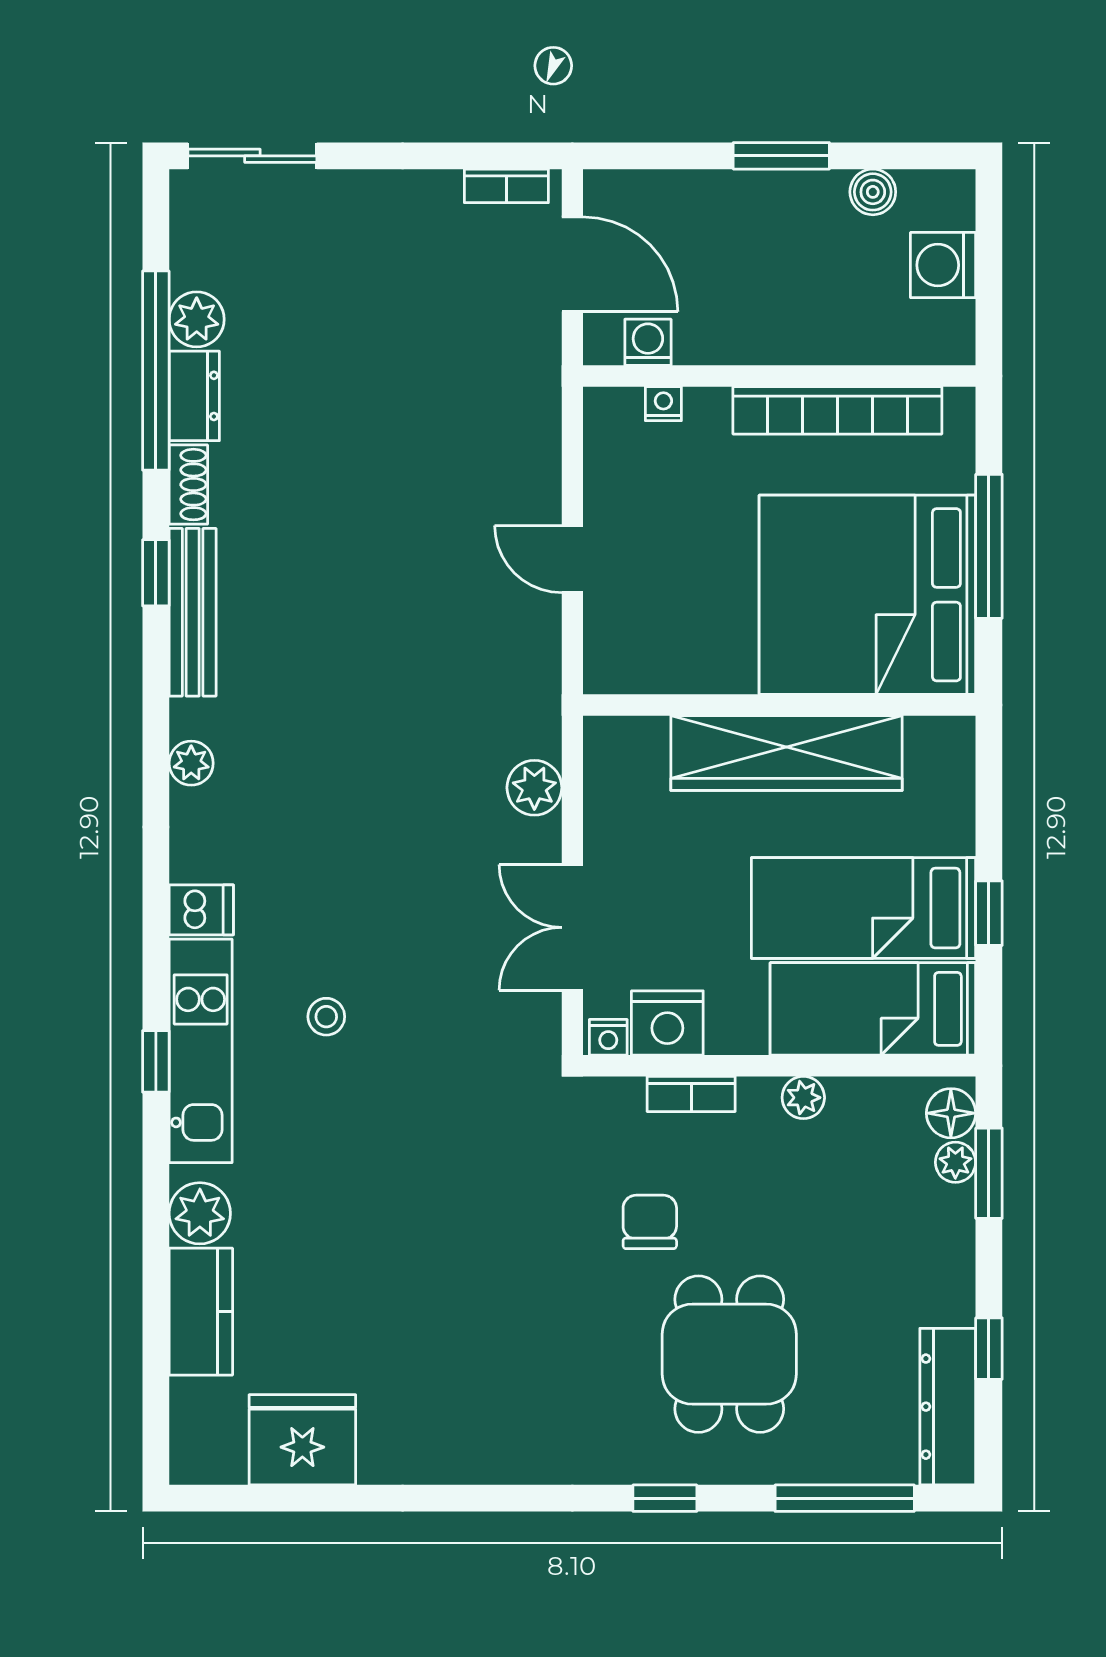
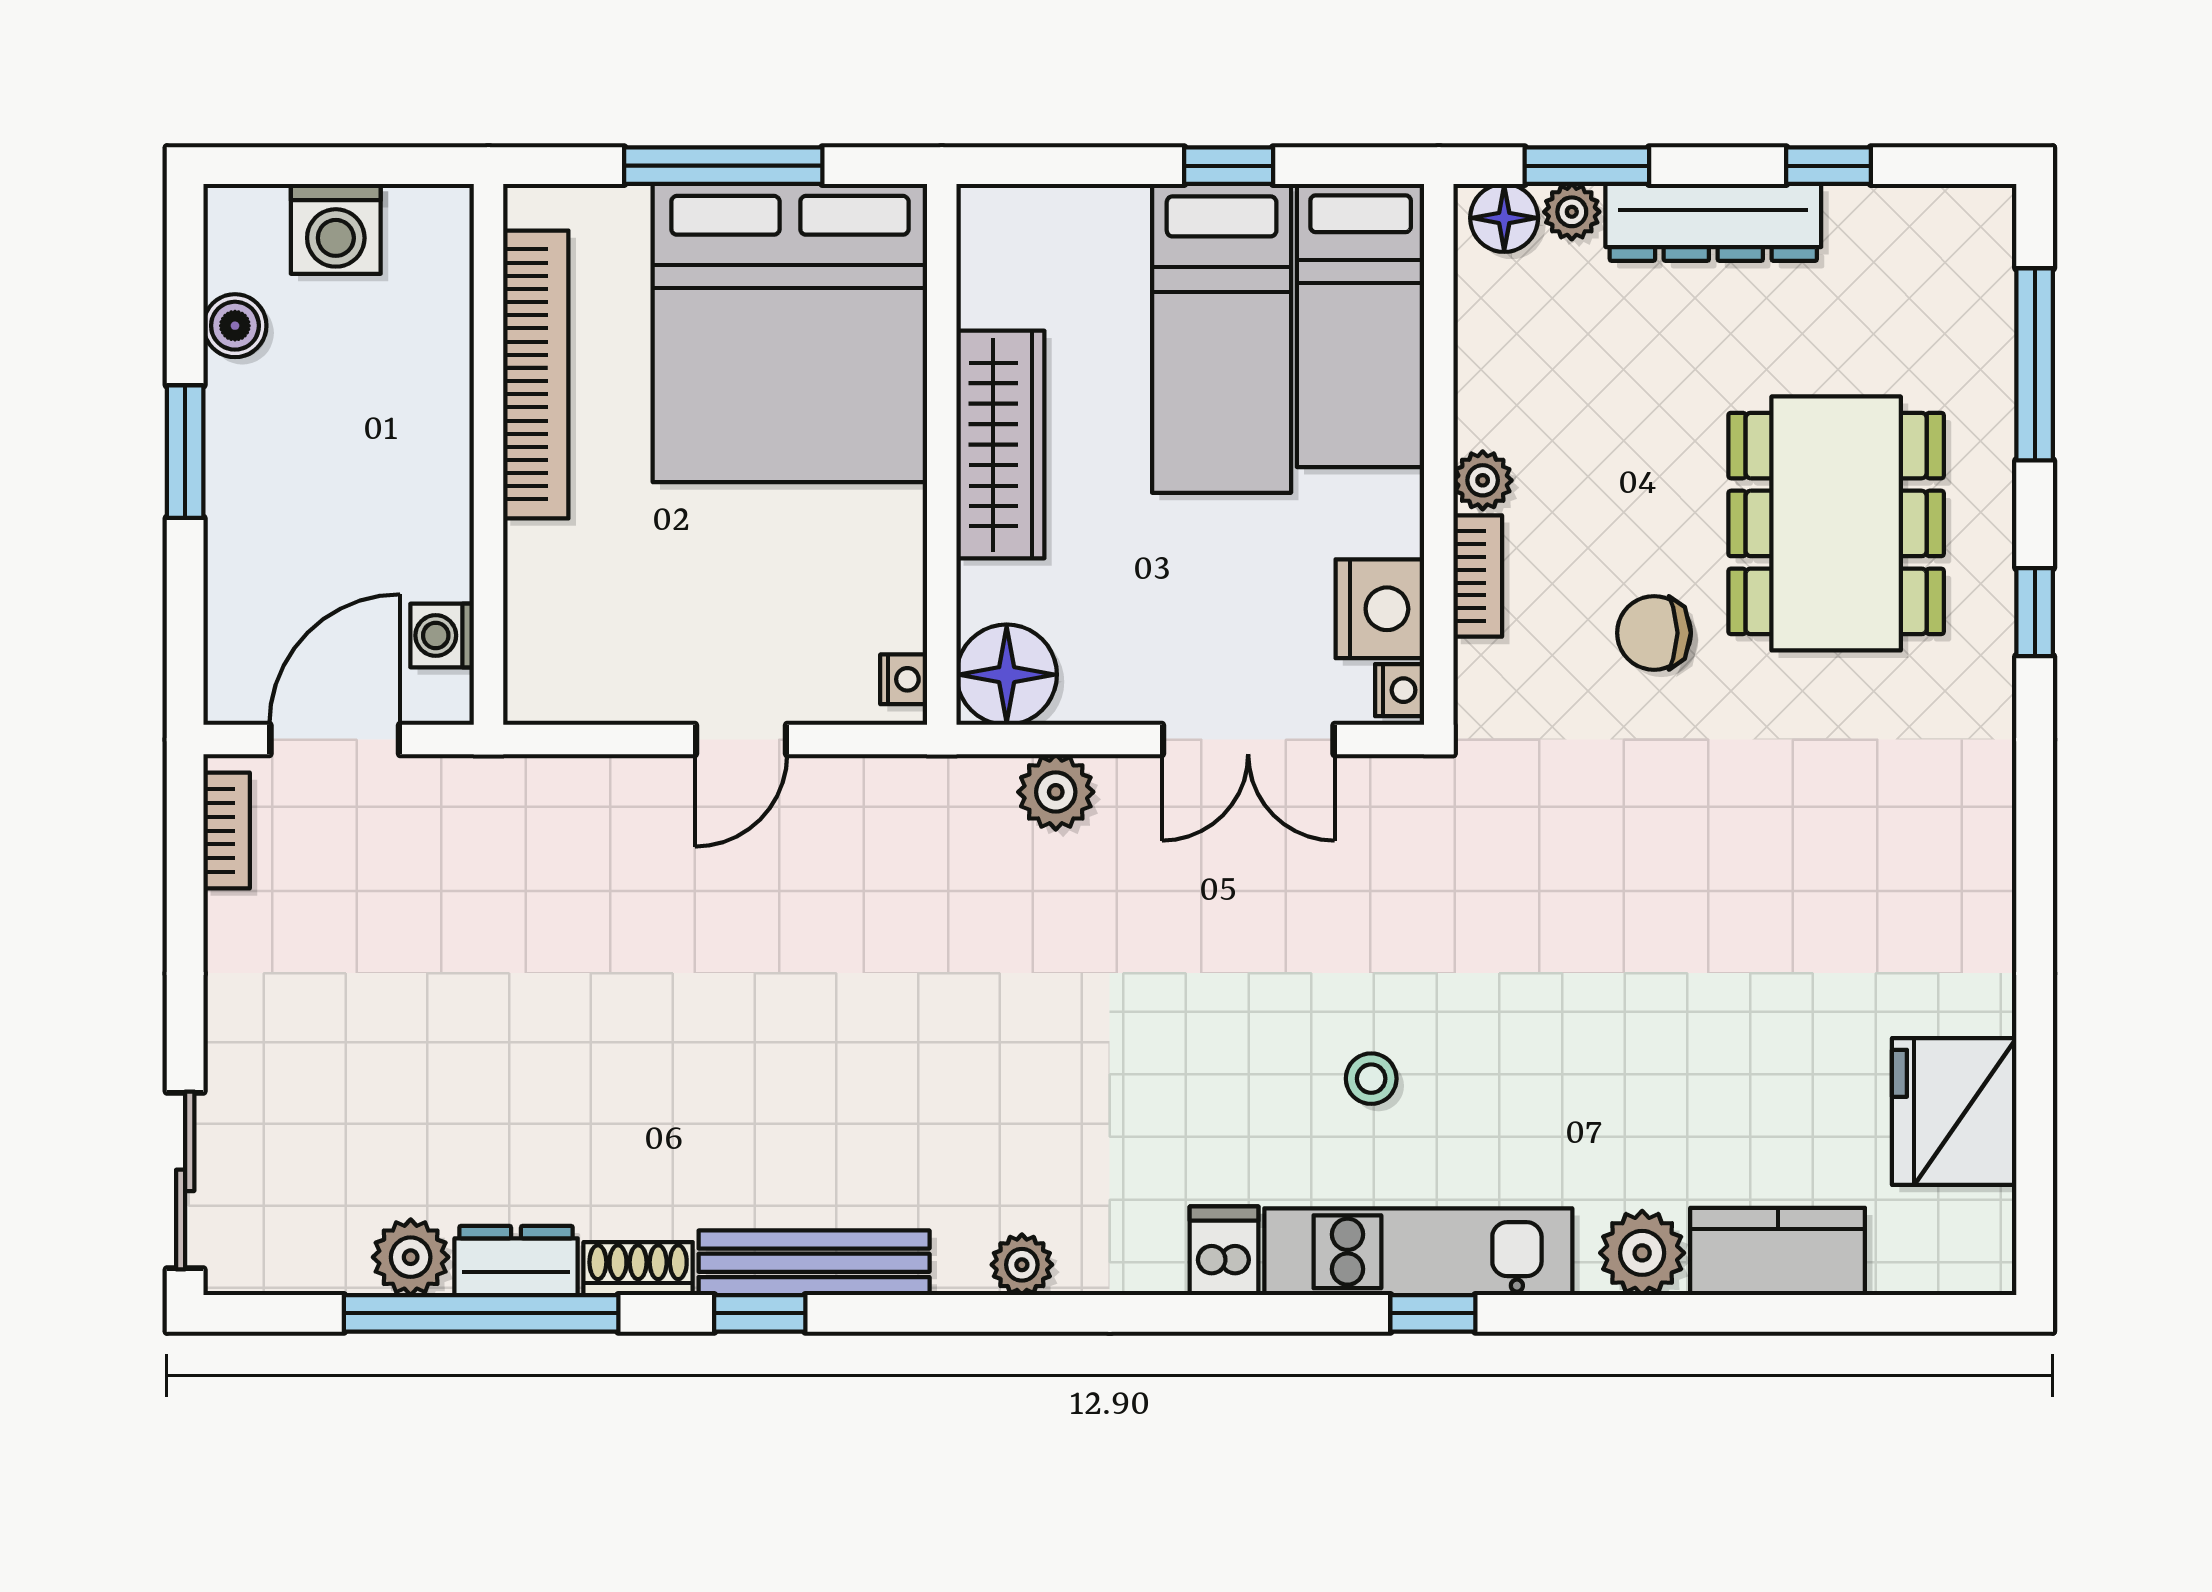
nightstand: (663, 404) -> (904, 679), moved, turned 180
floor lamp: (619, 752) -> (1007, 675), added
wardrobe: (787, 753) -> (1000, 445), width x0.71, depth x0.85
plant: (803, 1098) -> (1483, 480), moved
dining table: (729, 1354) -> (1836, 523), width x1.37
dresser: (948, 1407) -> (1713, 222), moved

